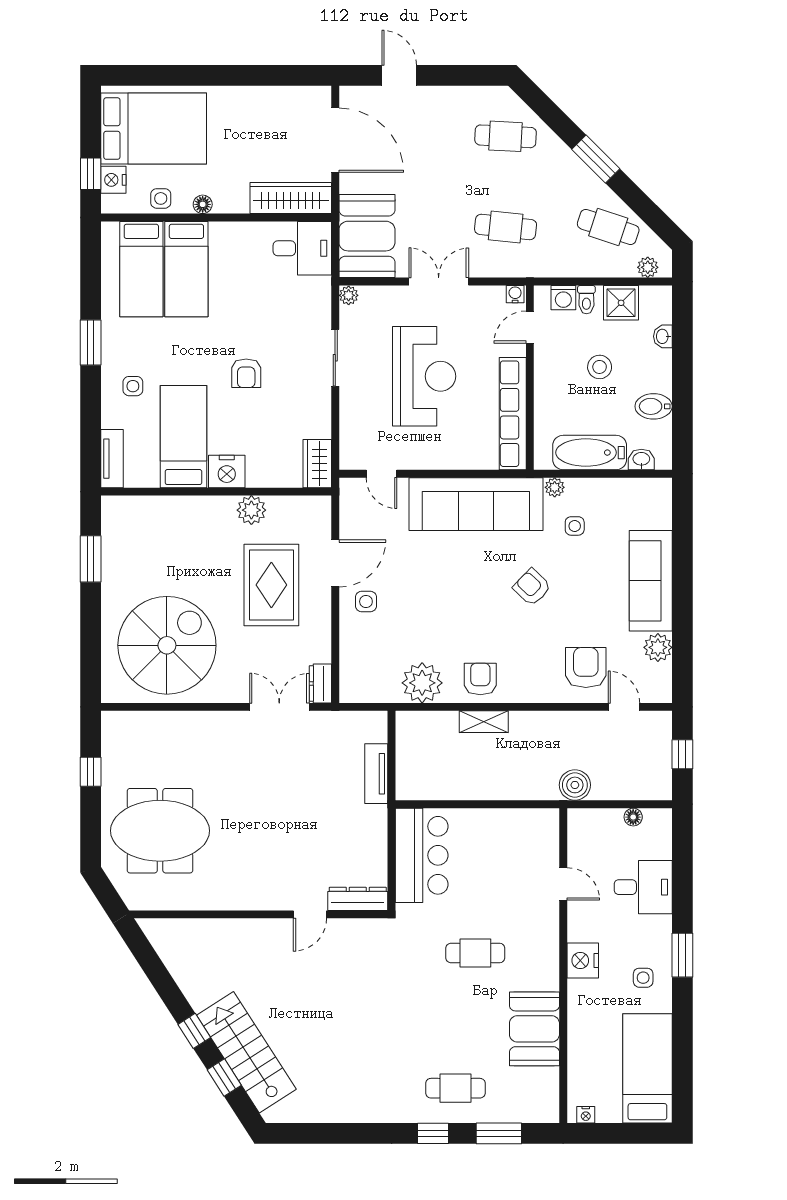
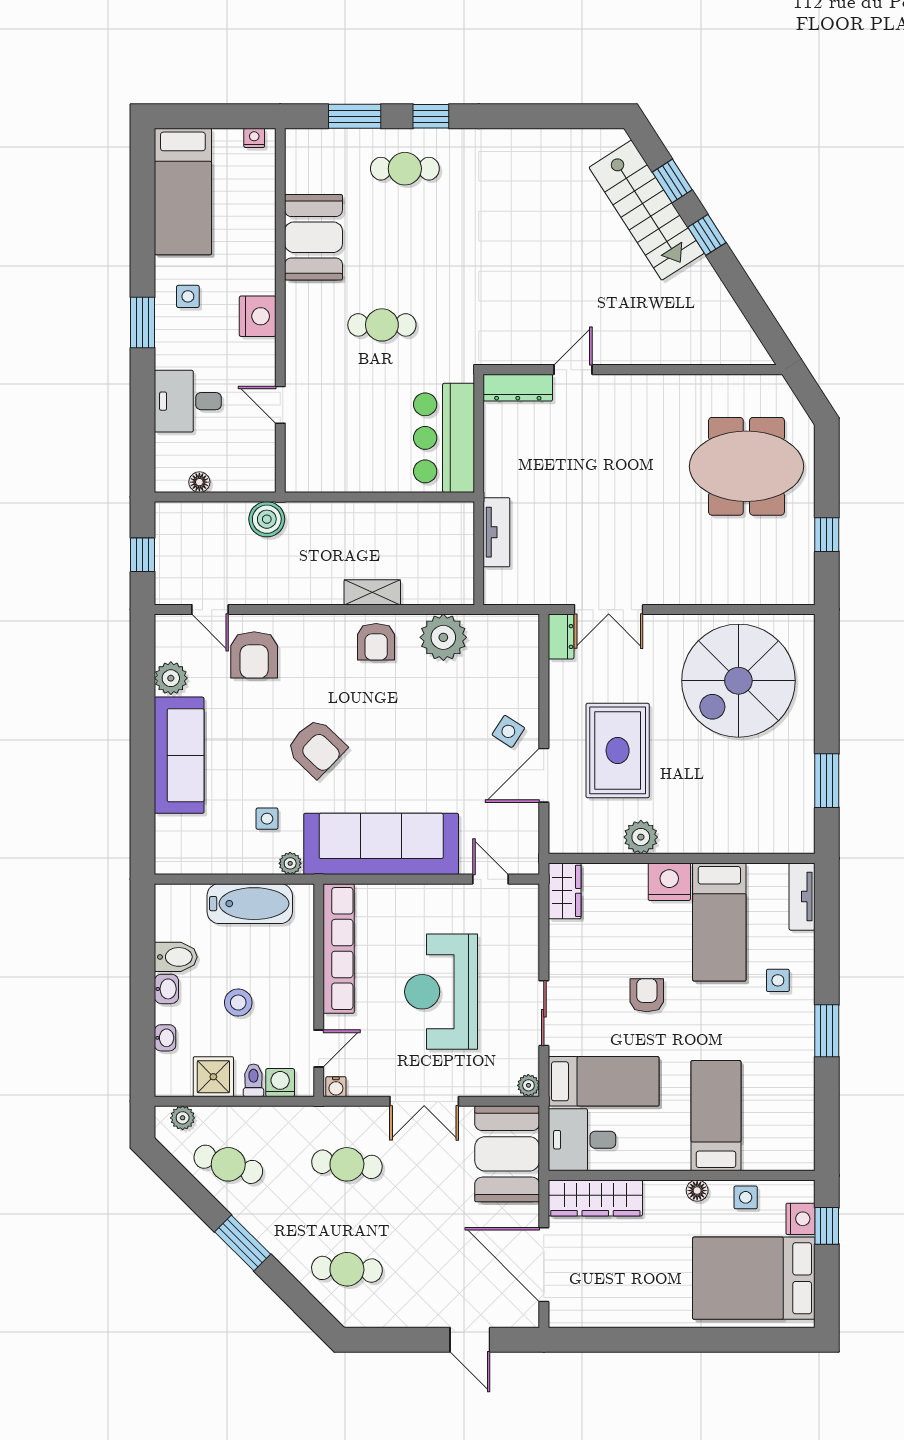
bed: (141, 269) -> (604, 1081), moved, turned 90
washbasin: (641, 459) -> (166, 989), moved, turned -90
armchair: (532, 587) -> (316, 748), width x1.38, depth x1.38
side table: (366, 601) -> (508, 731), turned 33

